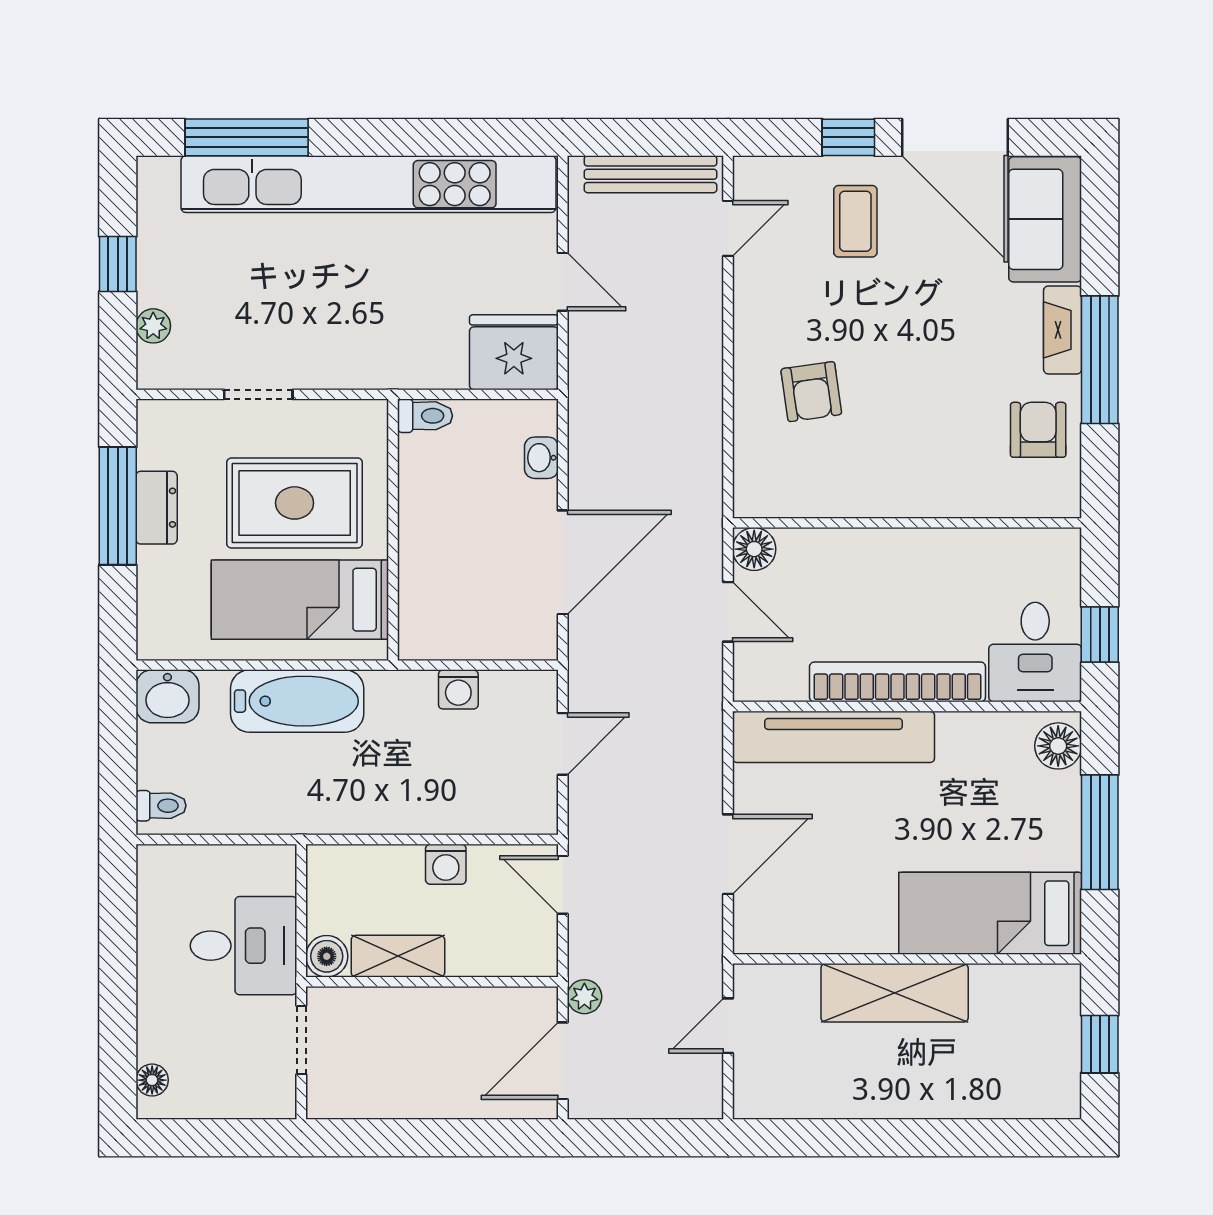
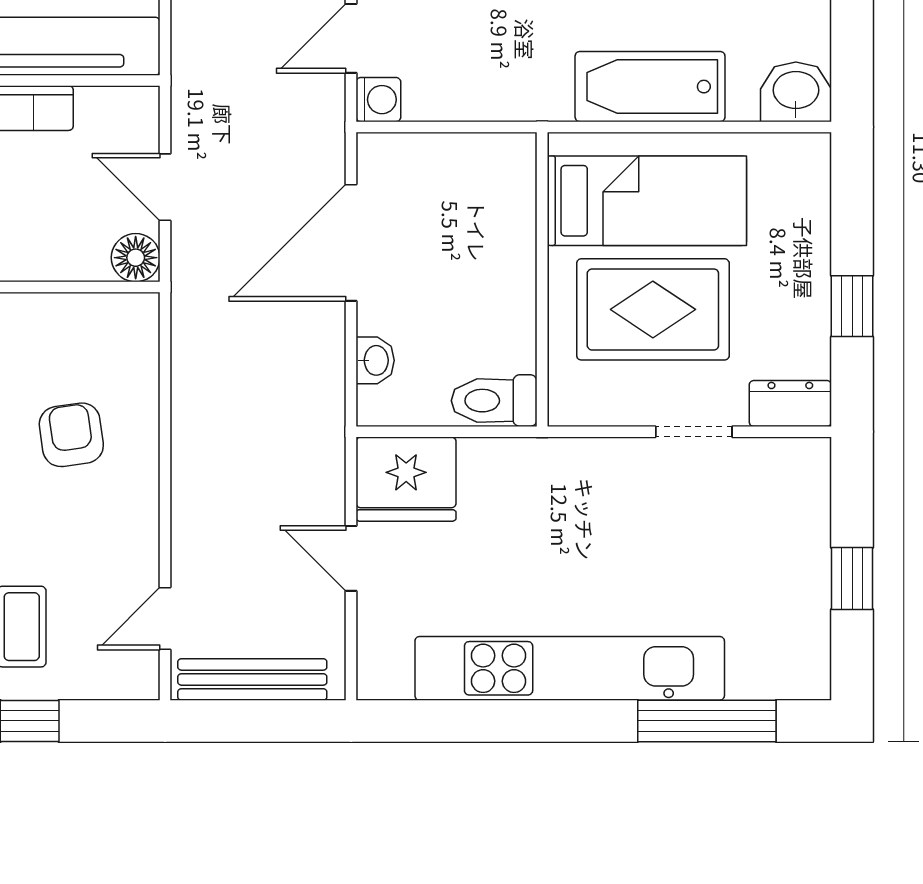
kitchen unit: (369, 184) -> (570, 668), width x0.73
plant: (153, 326) -> (812, 509), removed
toilet: (425, 416) -> (494, 401), width x1.37, depth x1.39
window: (118, 506) -> (852, 306), width x0.46
dresser: (157, 508) -> (790, 403), moved, turned 90
washing machine: (458, 689) -> (378, 100), moved, turned 90

